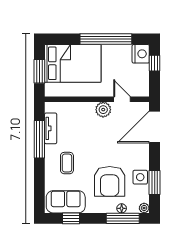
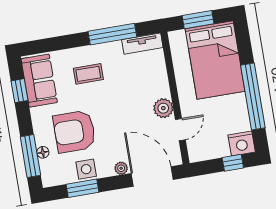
tv unit: (51, 128) -> (142, 44), moved
plant: (144, 208) -> (121, 168), moved

